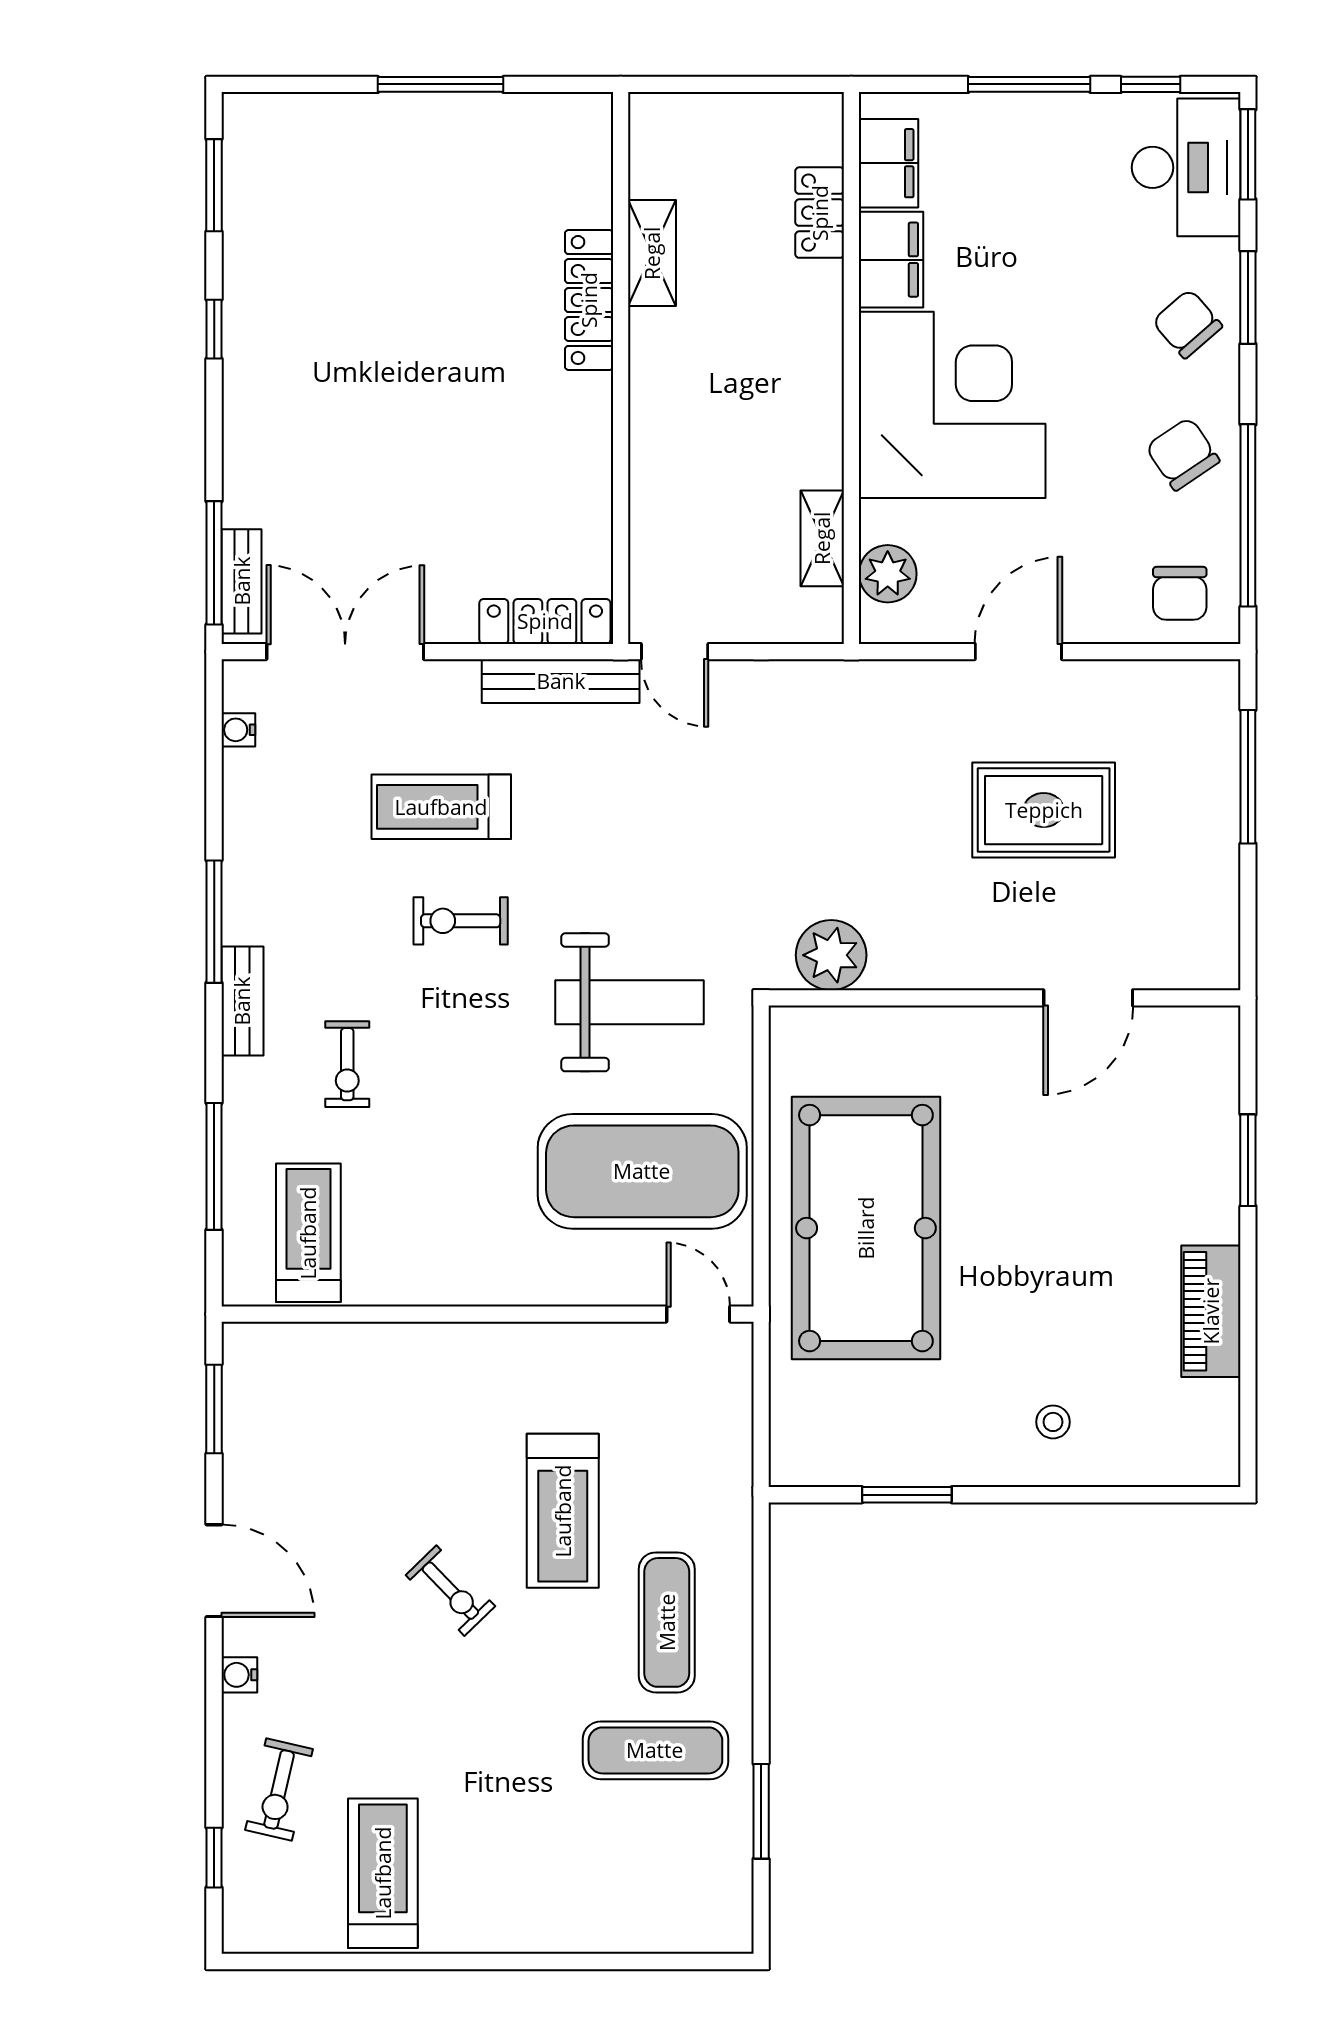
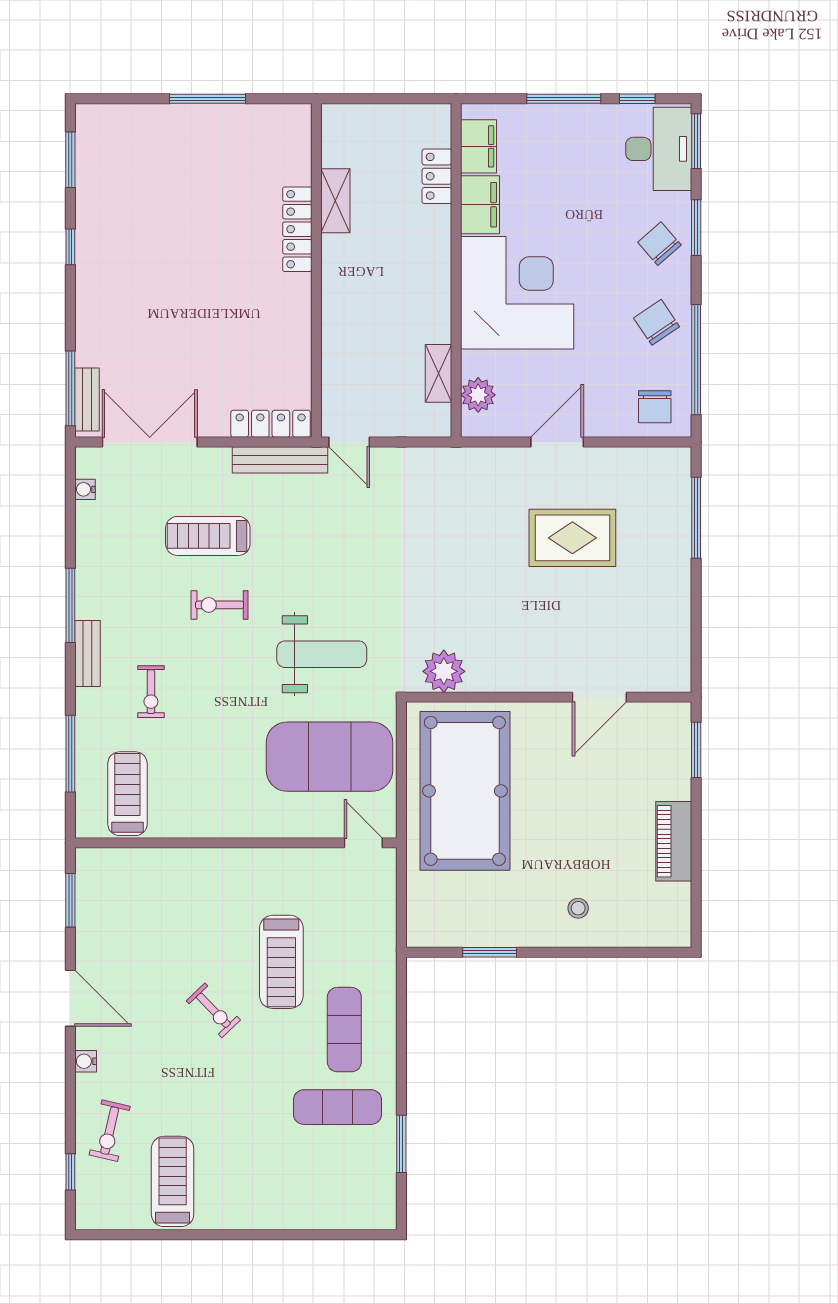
plant: (831, 955) -> (444, 671), moved
wall: (1004, 998) -> (549, 697), moved
door: (1088, 998) -> (599, 697), moved

